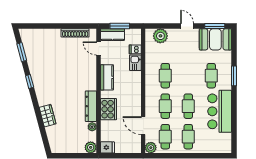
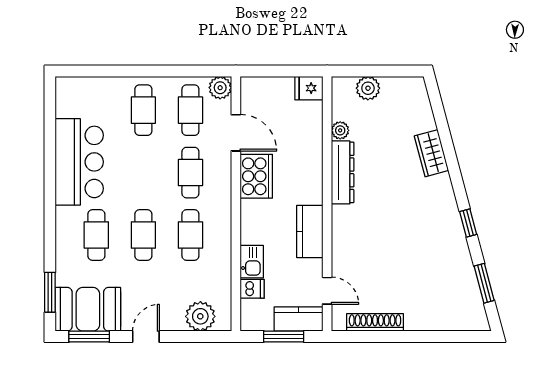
door: (187, 26) -> (146, 337), swing flipped
window: (234, 76) -> (50, 292), moved
cafe table: (188, 106) -> (143, 235), moved
cooker: (109, 109) -> (256, 176), moved, turned 180
plant: (91, 147) -> (368, 88), moved

